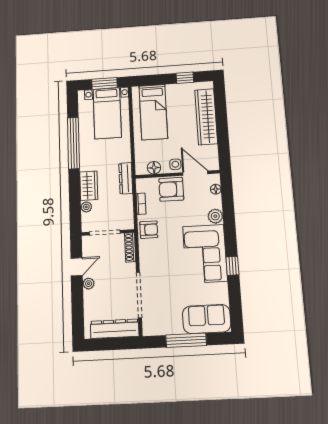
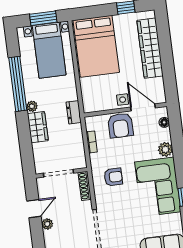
bed: (153, 112) -> (96, 46), width x1.50
floor lamp: (154, 168) -> (102, 104), removed
dresser: (126, 178) -> (74, 112), width x0.70
armchair: (171, 189) -> (120, 125), turned -90
plant: (86, 207) -> (32, 106), moved
armchair: (149, 230) -> (113, 177), moved

